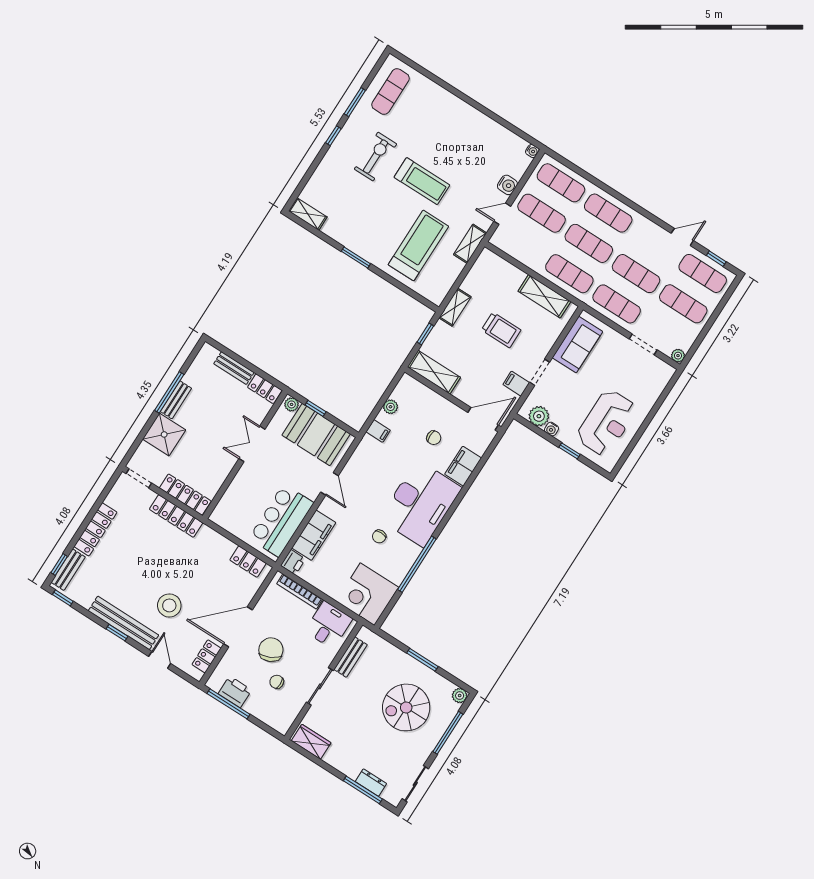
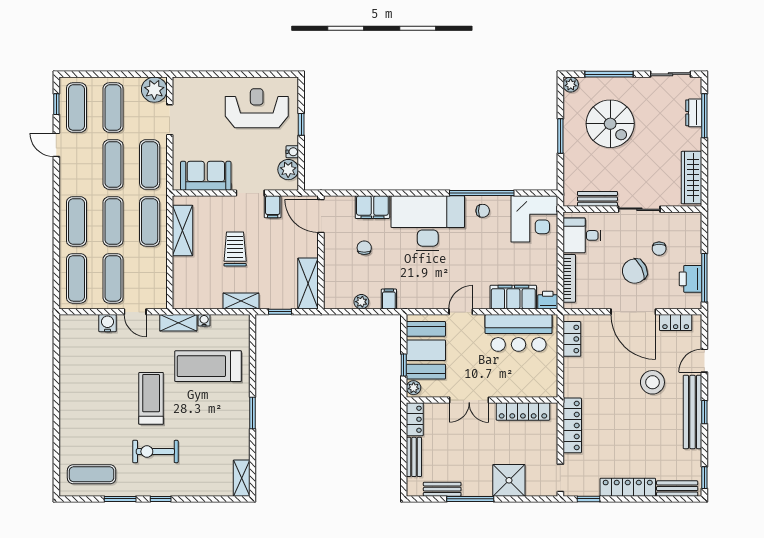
water cooler: (532, 151) -> (204, 320), moved
plant: (678, 356) -> (154, 90), width x1.88, depth x1.88
bench: (176, 400) -> (442, 489), moved
locker: (185, 495) -> (523, 412), moved, turned -90
chair: (379, 536) -> (483, 211), moved
window: (59, 565) -> (588, 499), moved
wardrobe: (311, 742) -> (691, 178), width x1.50

